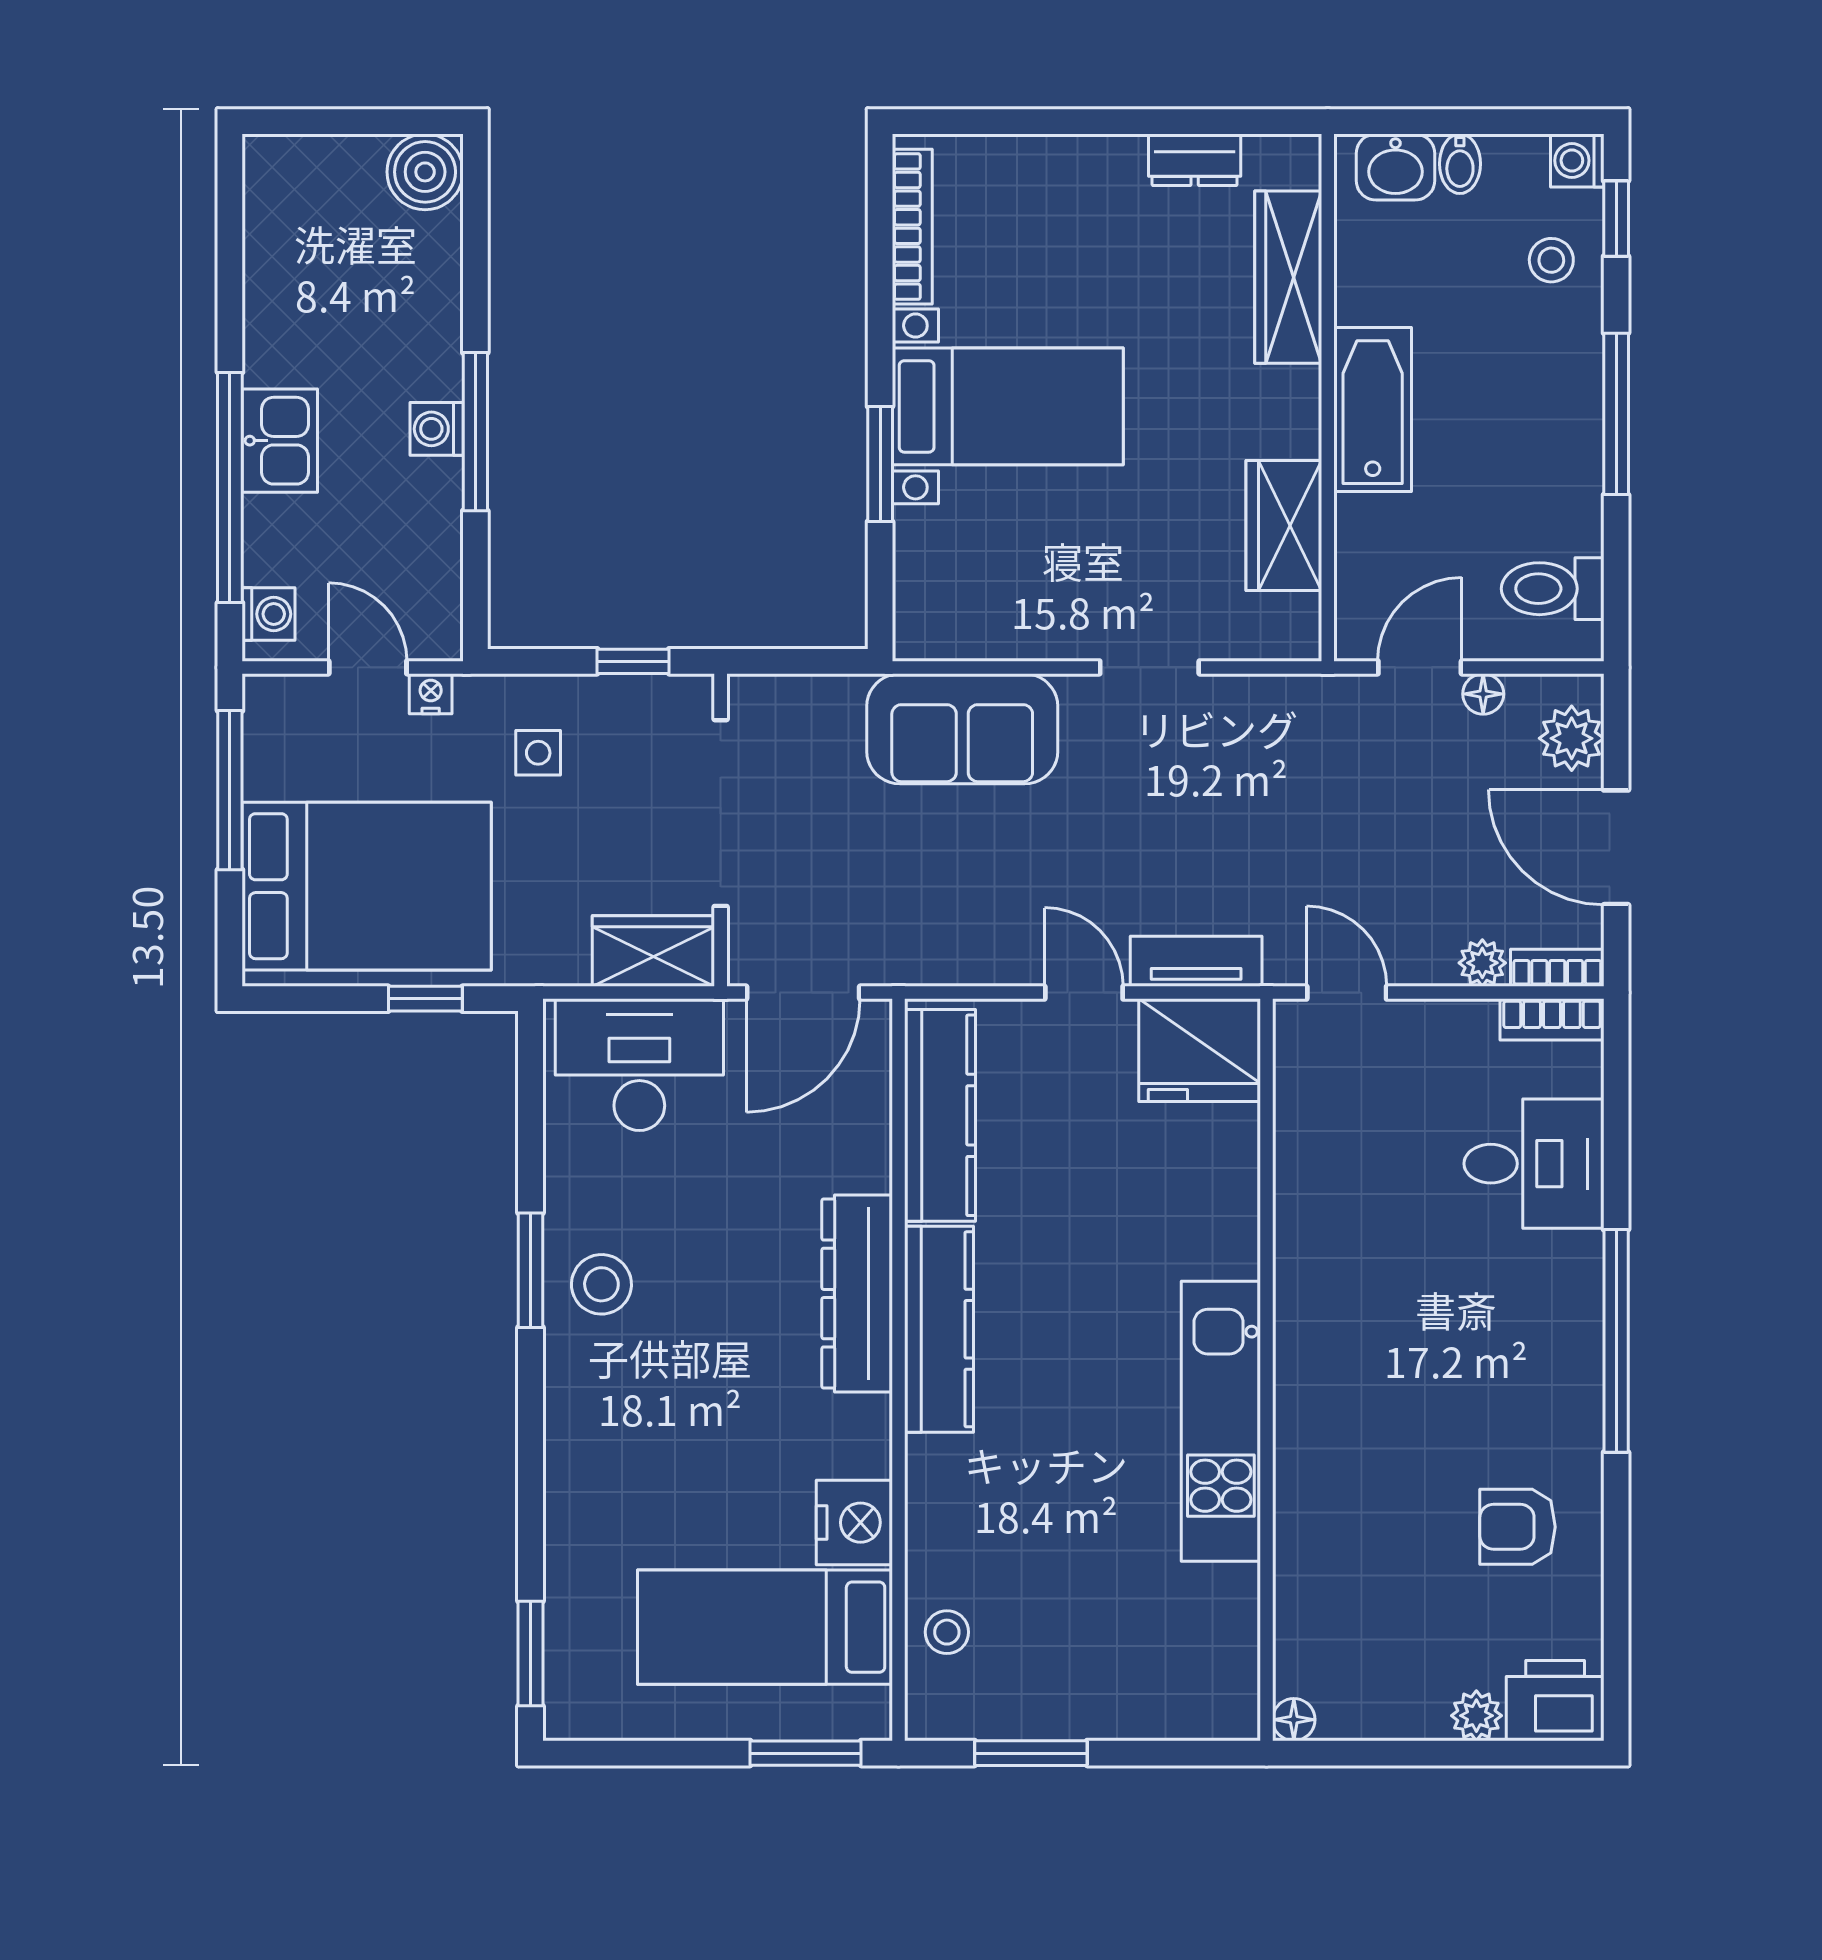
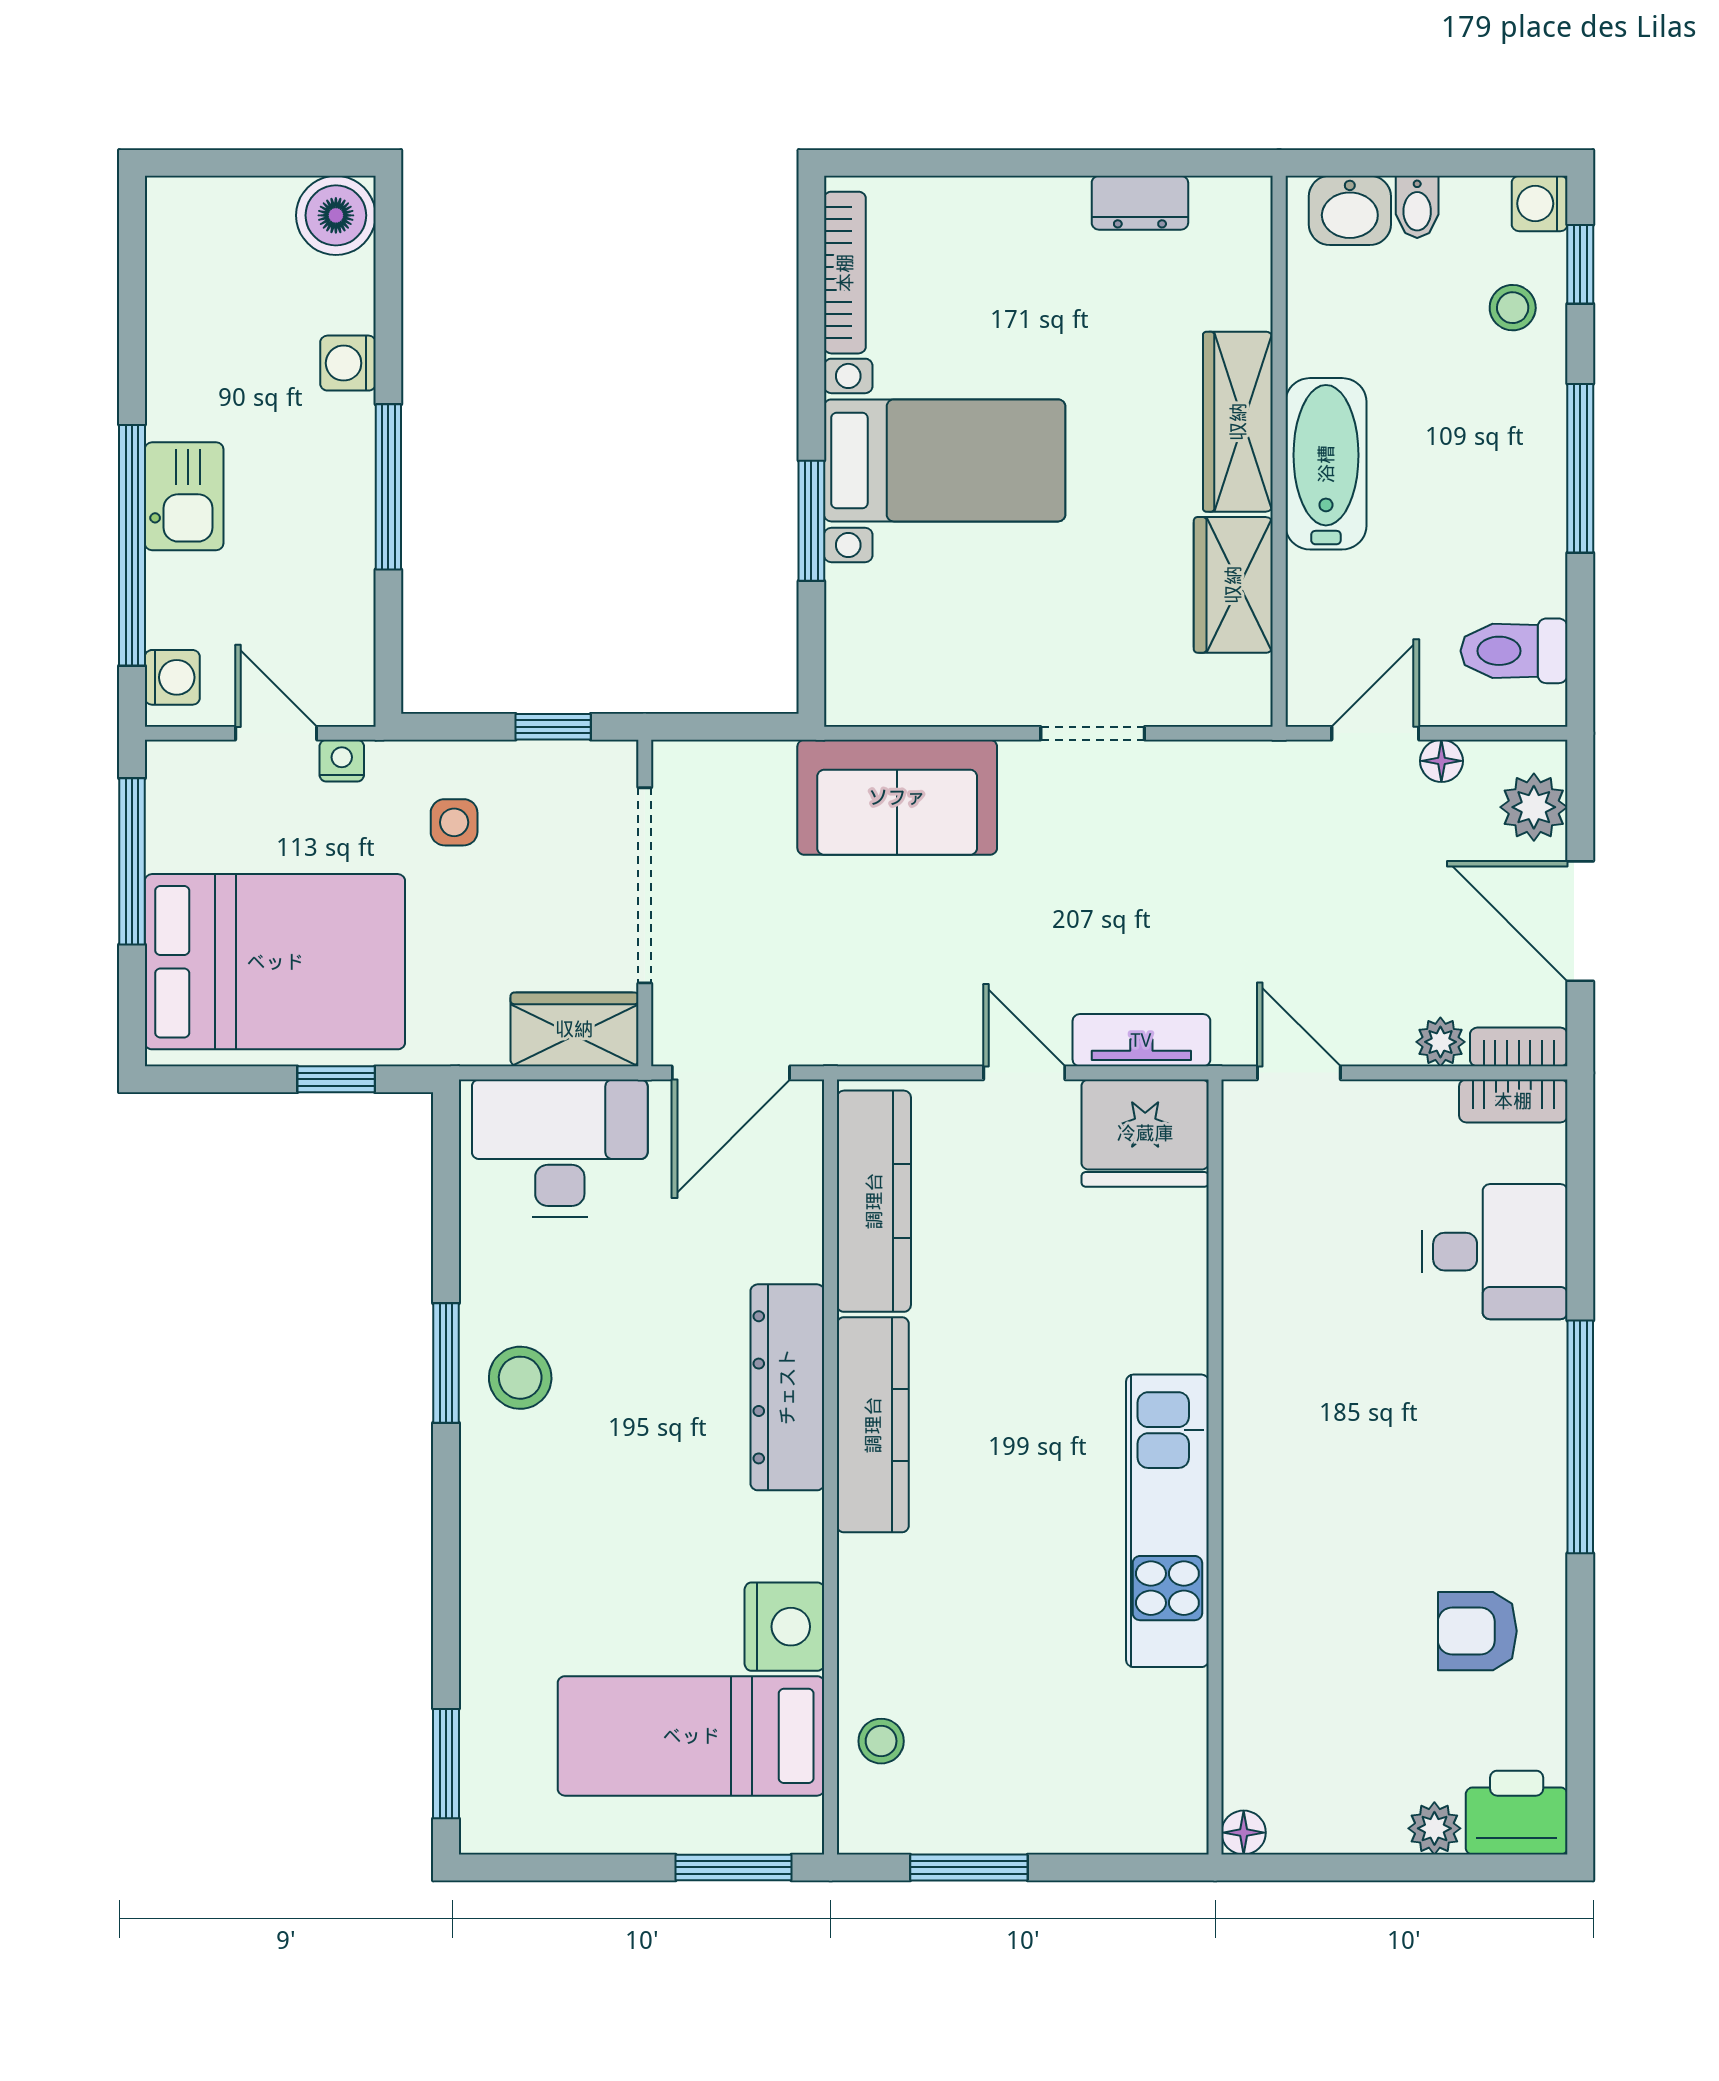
wardrobe: (1288, 277) -> (1238, 422), moved
washing machine: (437, 429) -> (348, 363), moved

